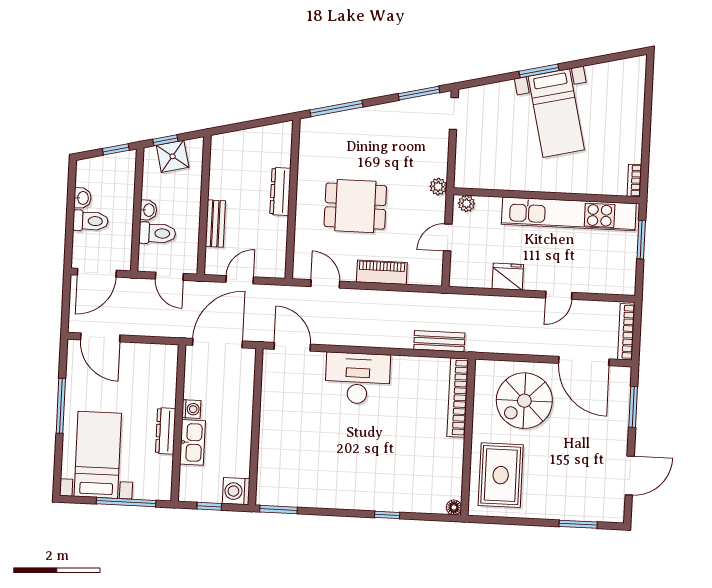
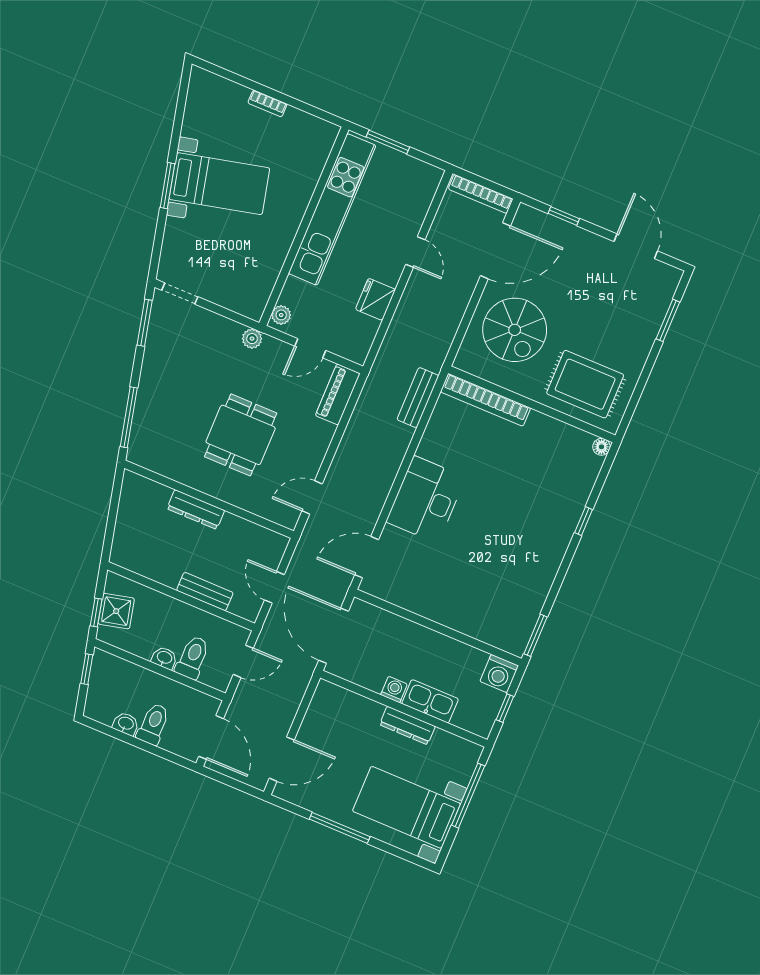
bookcase: (634, 181) -> (267, 103), moved
door: (448, 238) -> (310, 348), hinge flipped
piano: (382, 272) -> (338, 394), moved
window: (633, 407) -> (564, 216), width x0.67

